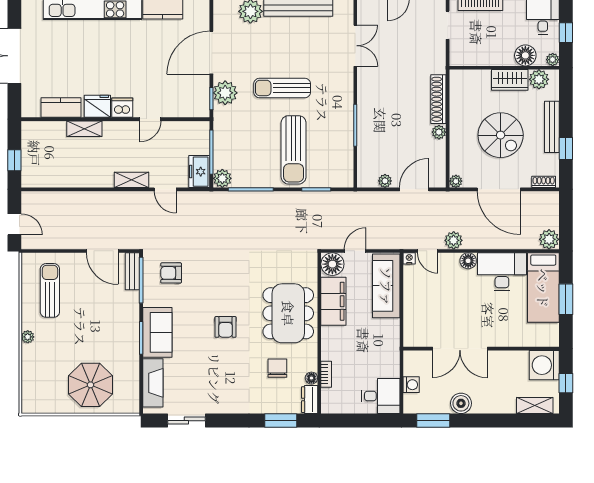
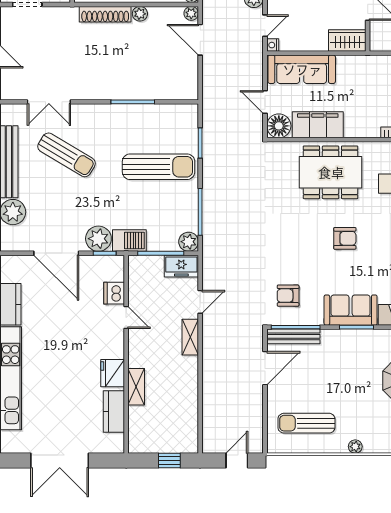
double door: (355, 46) -> (49, 102), swing flipped
sun lounger: (282, 88) -> (67, 155), moved, turned -59
dishwasher: (122, 108) -> (114, 293), moved
barbecue: (223, 122) -> (129, 240), added
plant: (385, 181) -> (191, 13), moved
bench: (132, 271) -> (293, 336), width x1.36
armchair: (171, 273) -> (288, 296), turned 90
wardrobe: (413, 329) -> (347, 41), added

